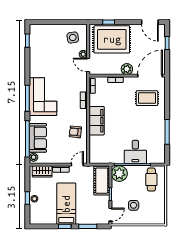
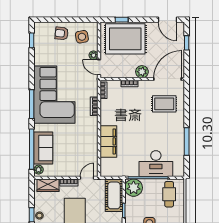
corner sofa: (43, 97) -> (54, 95), width x1.36, depth x1.36
filing cabinet: (97, 121) -> (108, 141), moved
armchair: (75, 132) -> (62, 33), moved
desk: (135, 152) -> (156, 164), width x1.37

